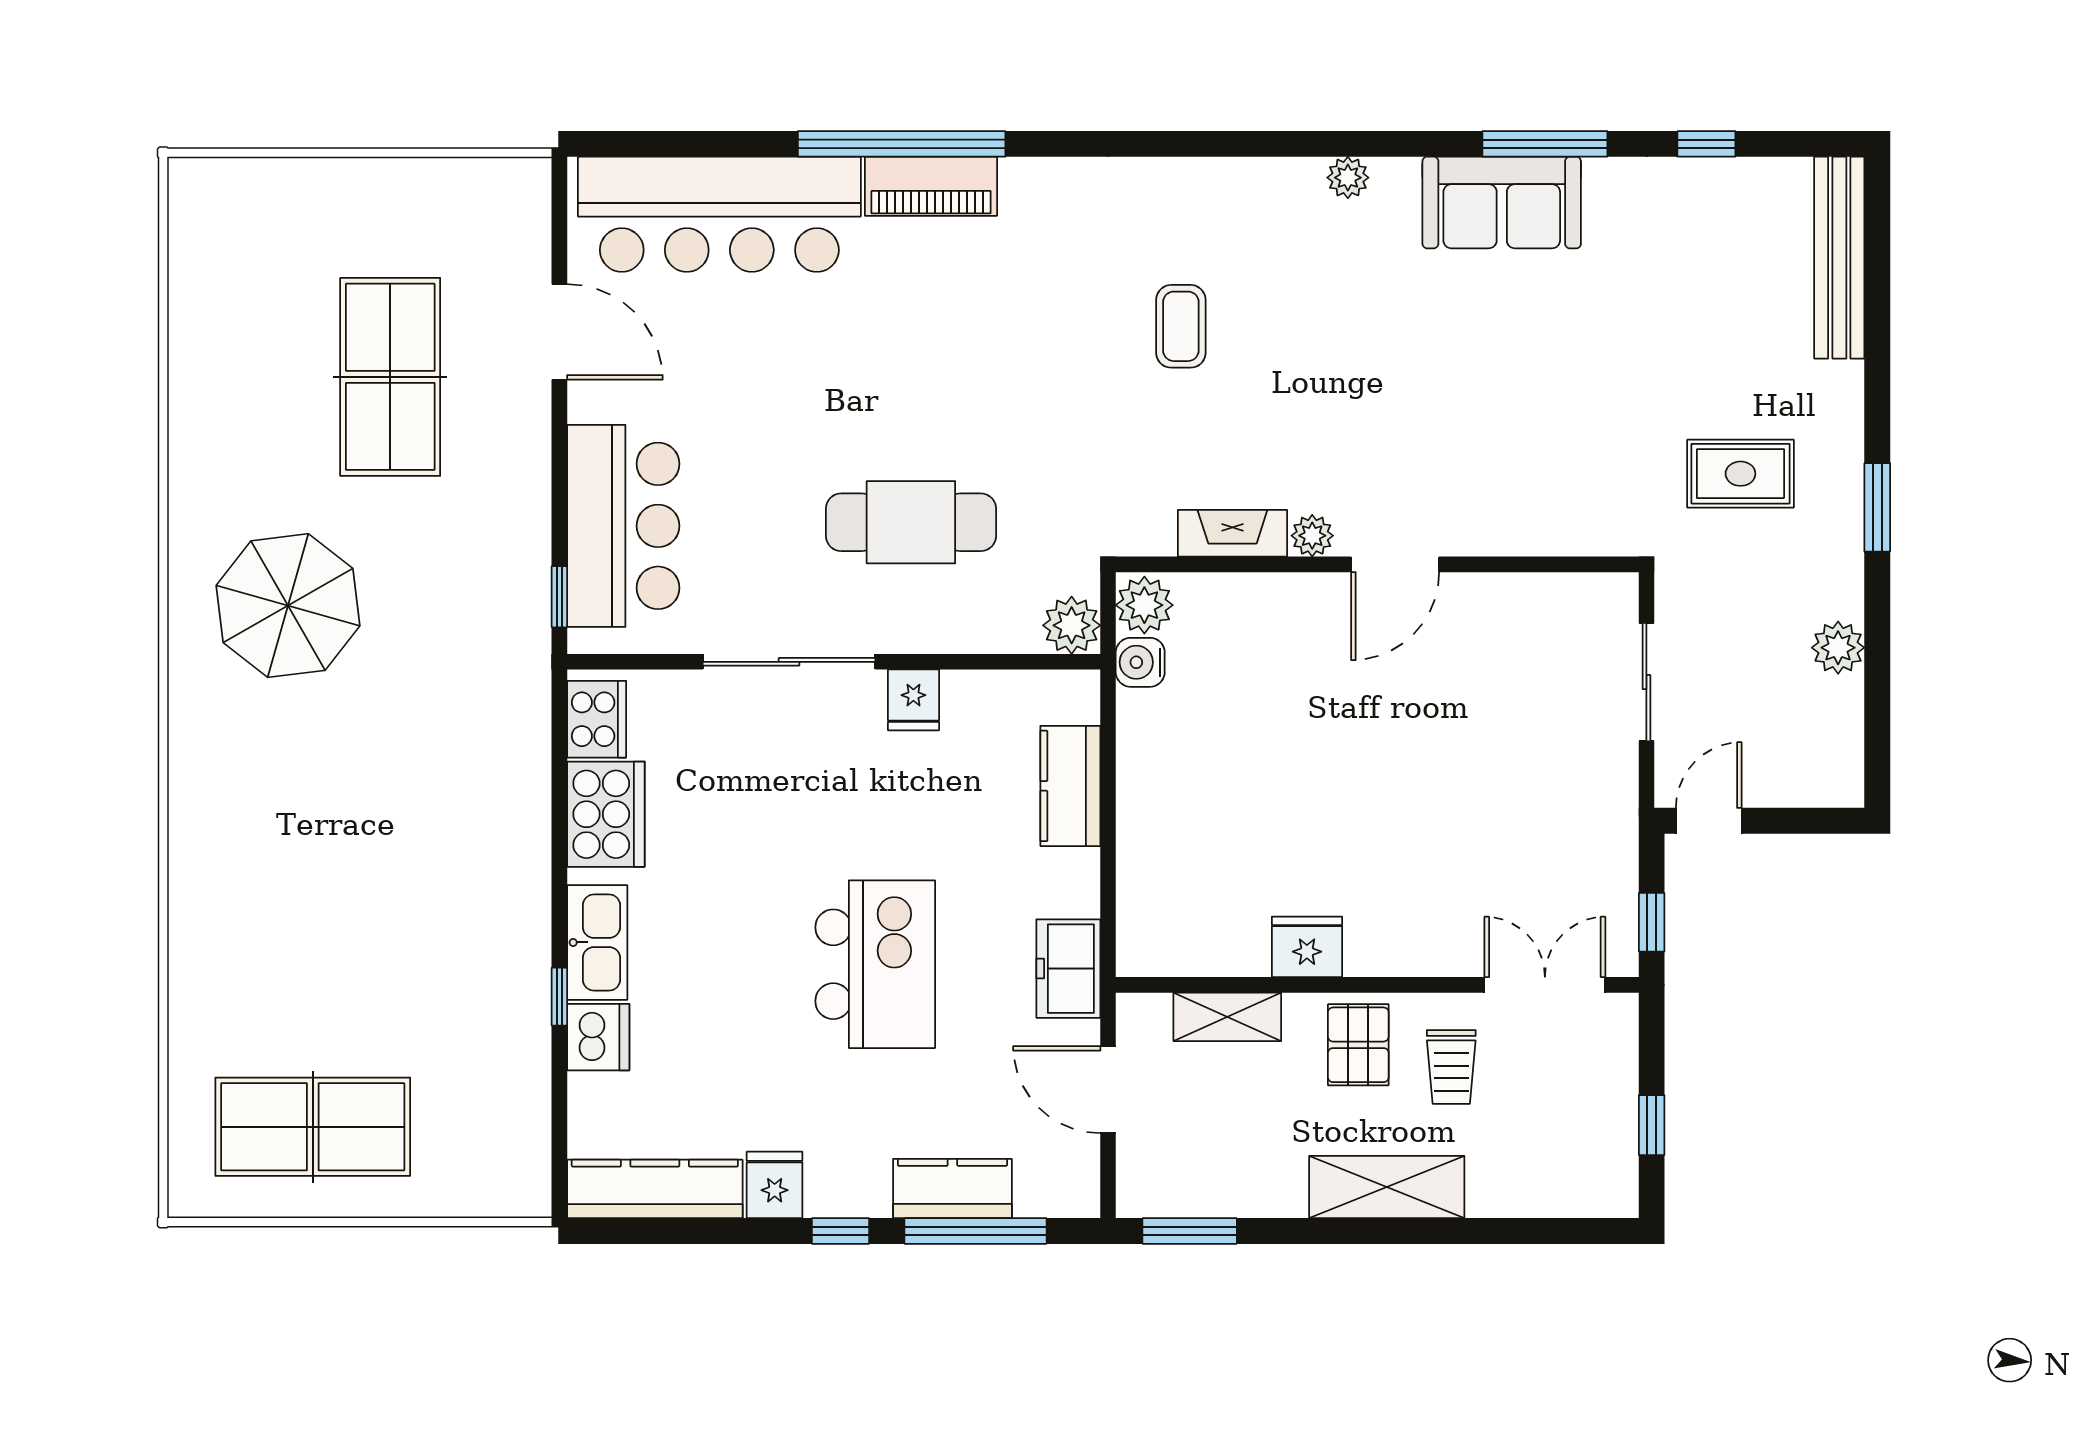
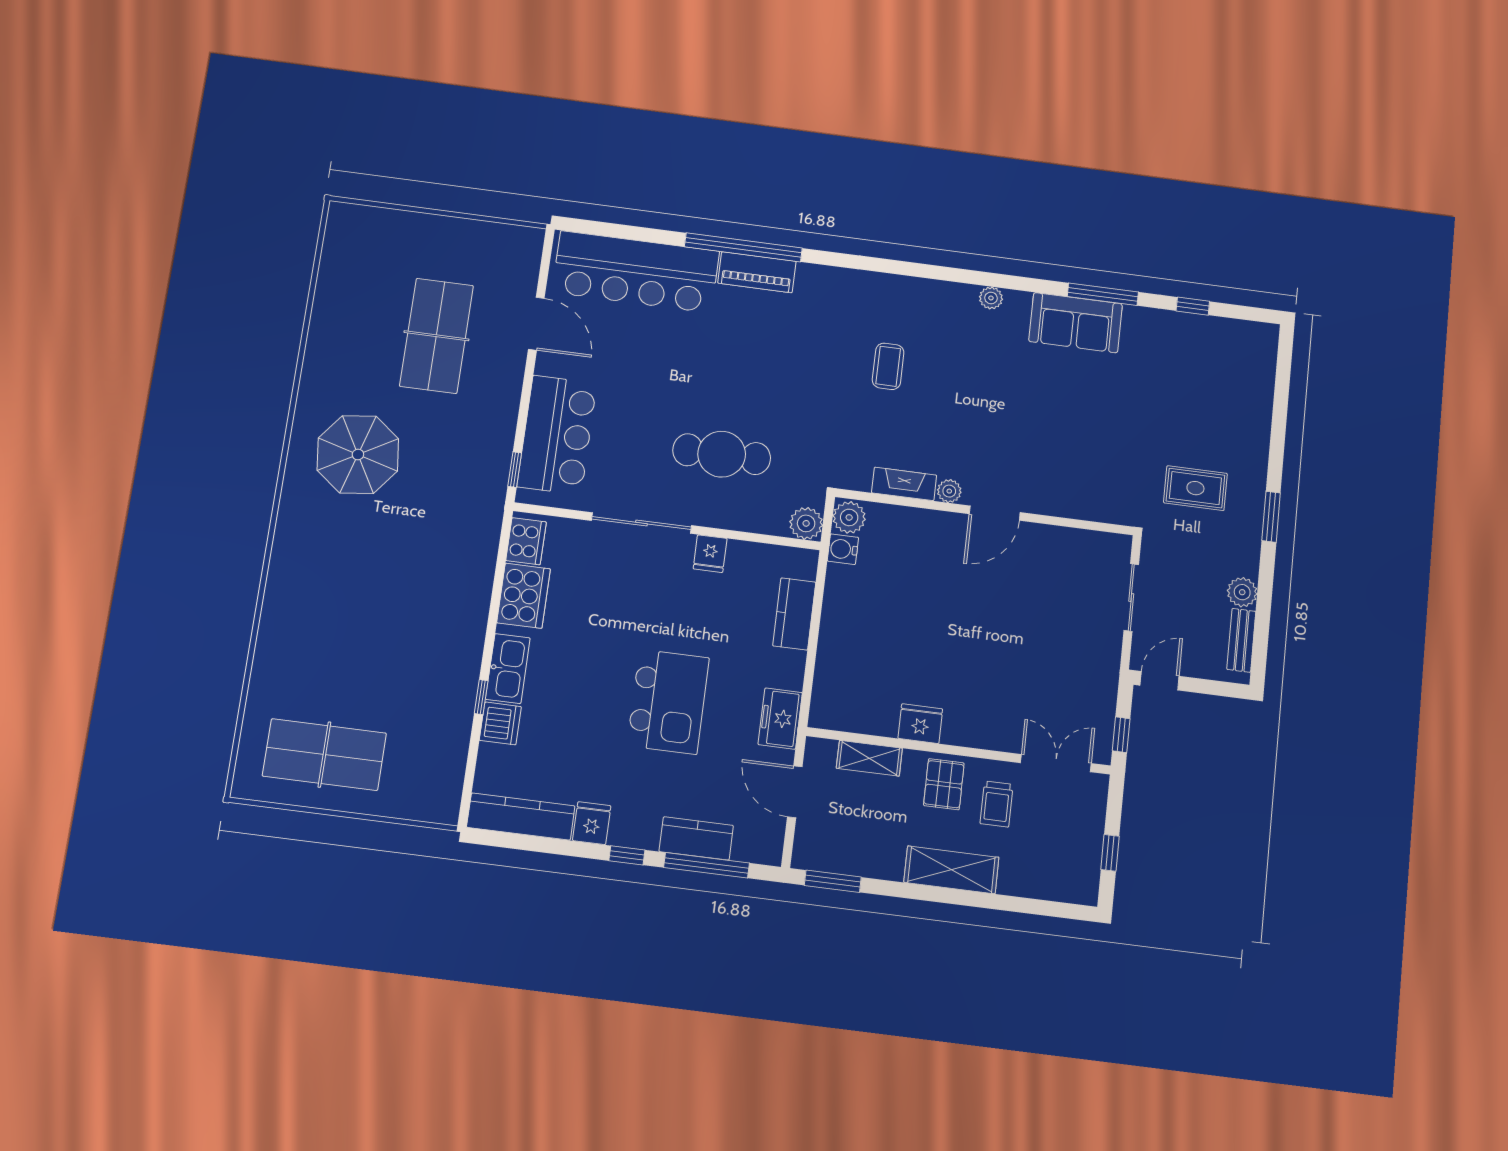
bench: (1839, 258) -> (1241, 640), moved, width x0.54, depth x0.82

